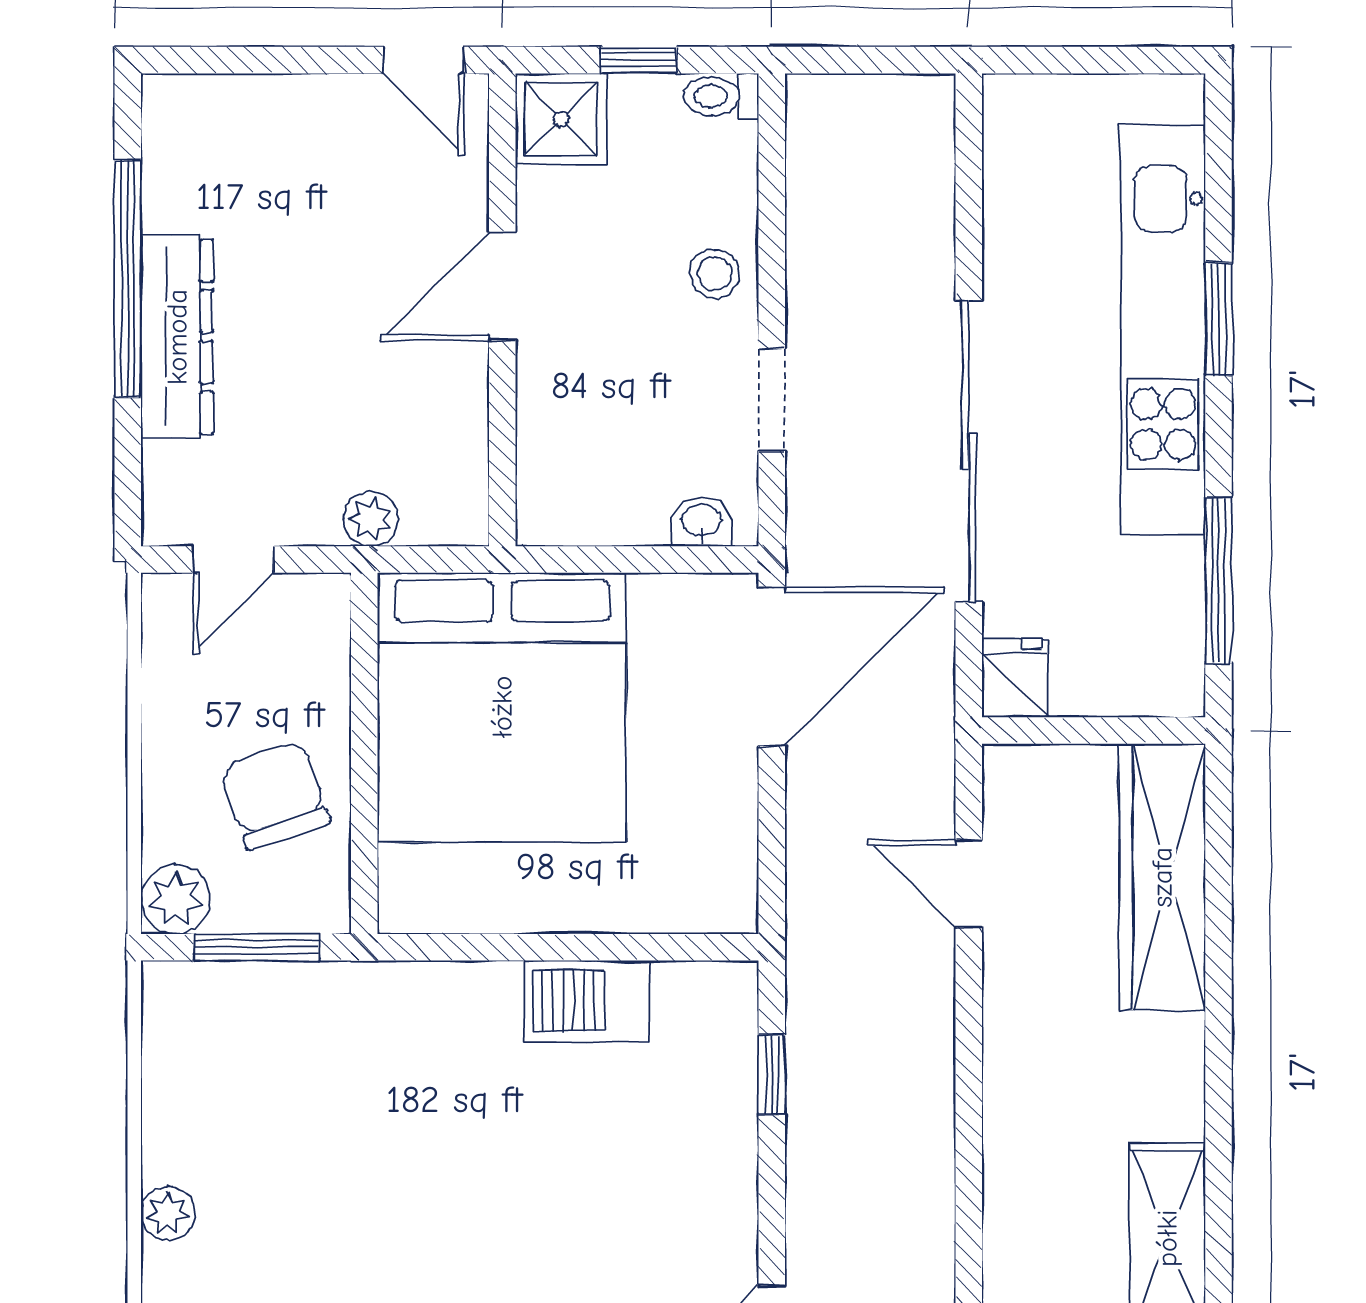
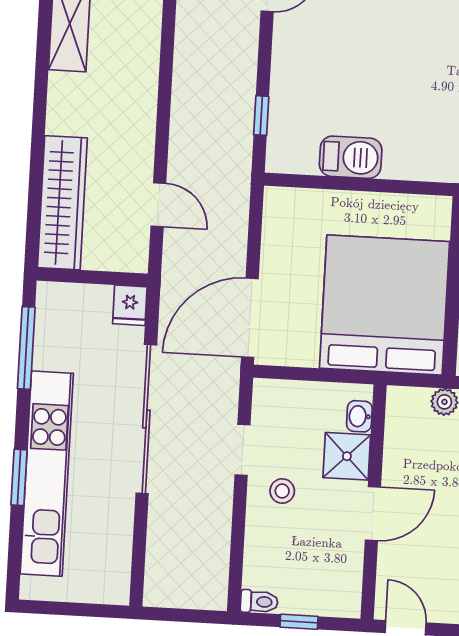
shower: (561, 119) -> (347, 456), moved
stool: (714, 273) -> (282, 491), moved
washbasin: (702, 521) -> (359, 416), moved, turned 90

